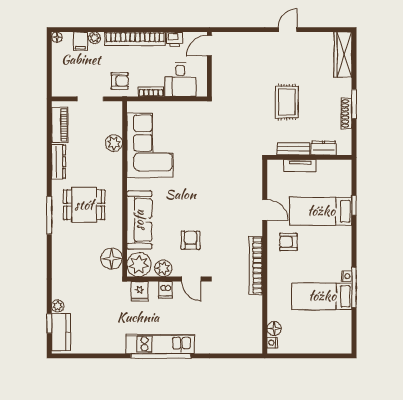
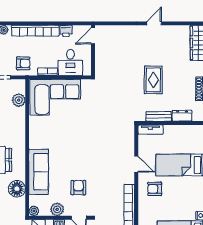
plant: (114, 143) -> (19, 100), moved
corner sofa: (150, 145) -> (55, 97), moved, turned 90
tv unit: (300, 166) -> (150, 130), moved
floor lamp: (112, 259) -> (17, 189), moved
plant: (139, 265) -> (34, 211), width x0.53, depth x0.53

